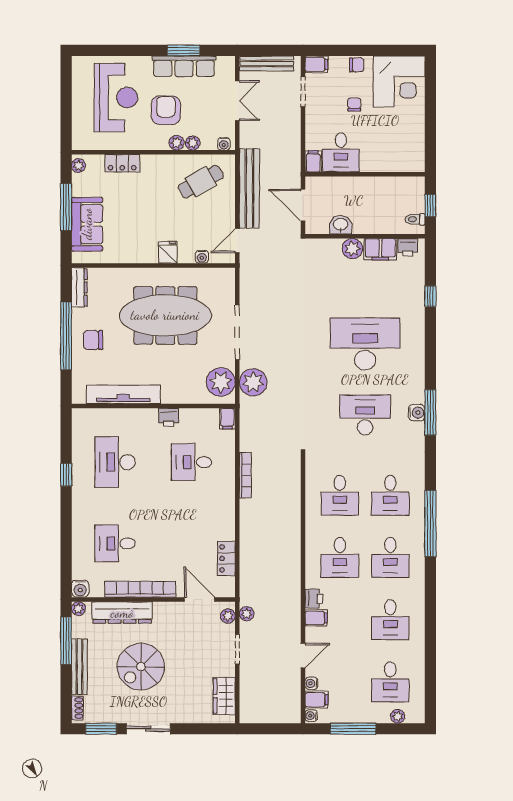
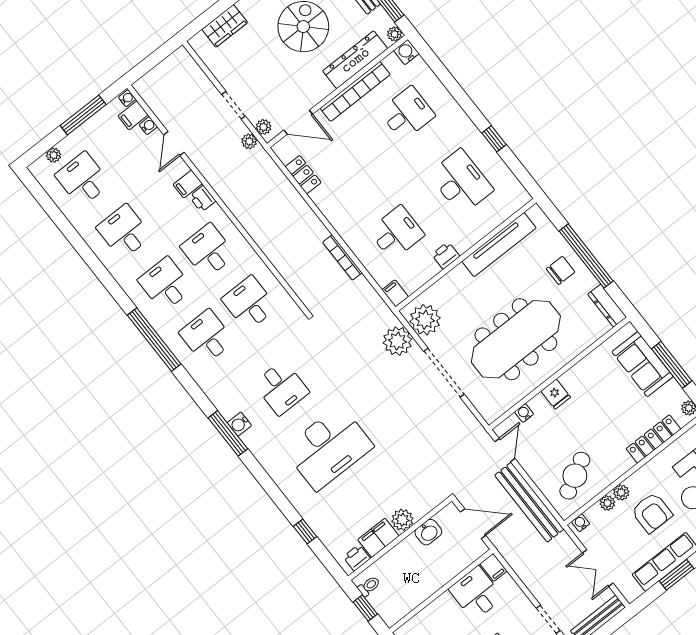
locker: (122, 163) -> (653, 439), width x1.53
desk: (365, 415) -> (281, 388), width x0.73
wardrobe: (224, 696) -> (225, 26), moved, turned 90

